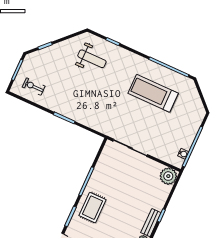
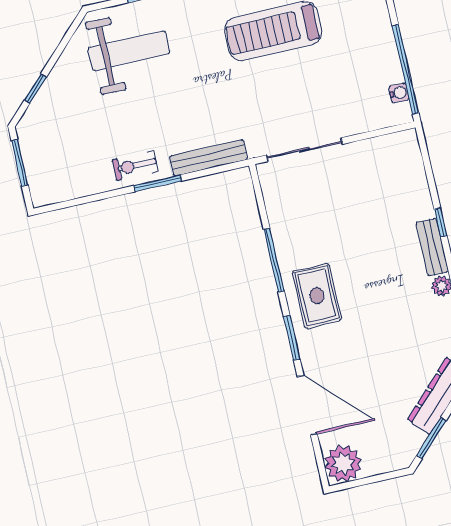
weight bench: (92, 59) -> (129, 51), width x1.36, depth x1.33
exercise bike: (34, 87) -> (135, 165), moved
bench: (91, 123) -> (209, 158), added
plant: (168, 176) -> (402, 148), removed

